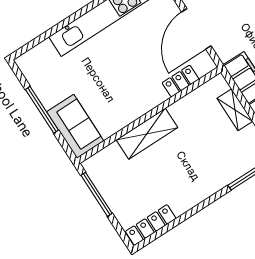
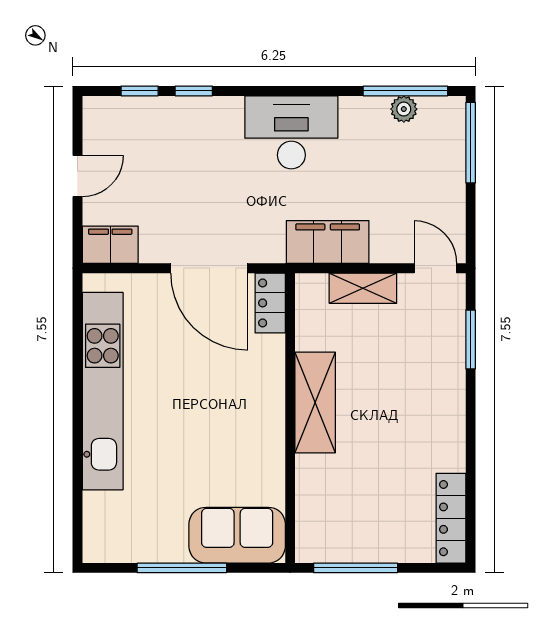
locker: (180, 81) -> (270, 303), moved
shelving: (147, 134) -> (315, 403), moved

